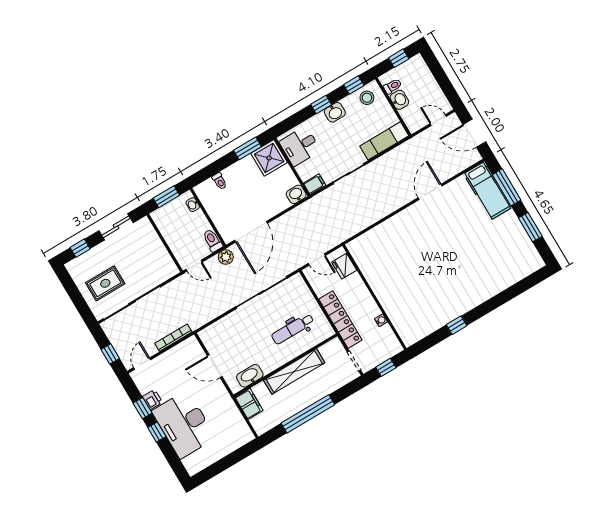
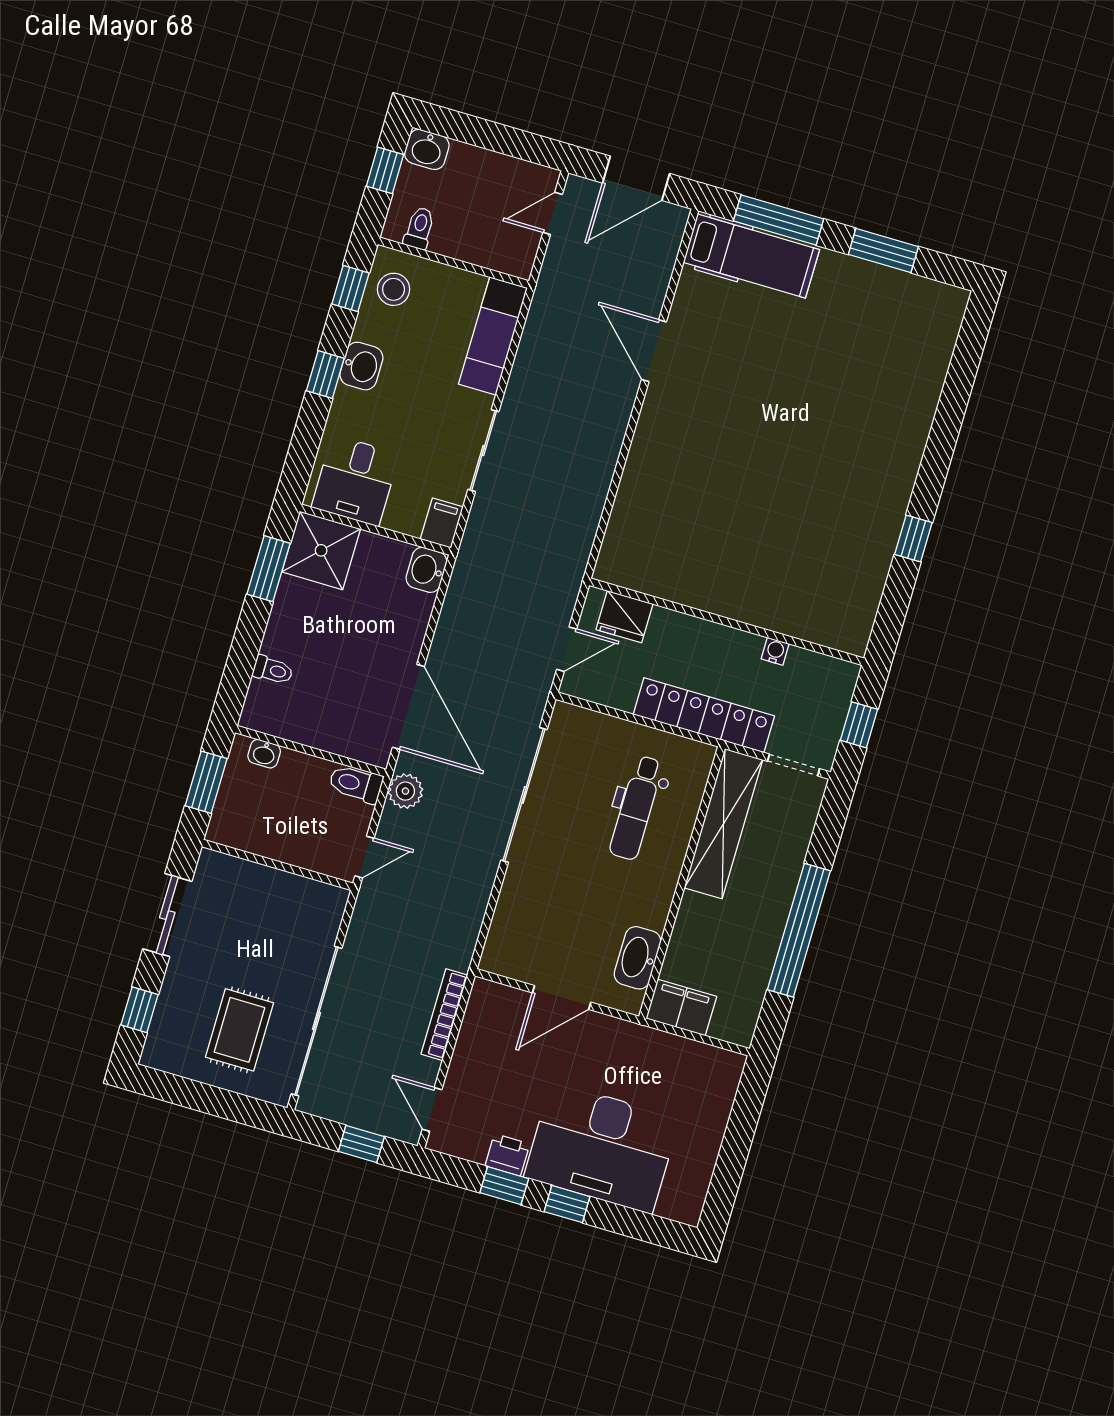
washbasin: (399, 100) -> (427, 149), moved, turned 180
shelving: (294, 371) -> (723, 824), moved

